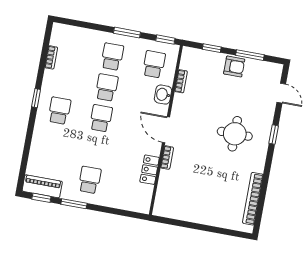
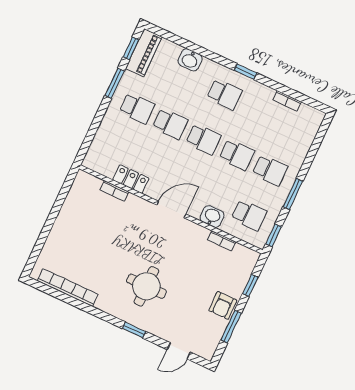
washbasin: (38, 146) -> (190, 60), added
school desk: (95, 149) -> (170, 124), added
bookcase: (167, 158) -> (114, 191), moved

